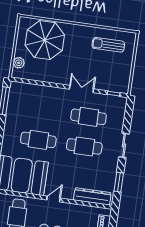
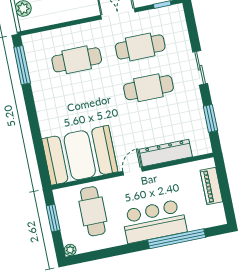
cafe table: (38, 140) -> (77, 60), moved
dresser: (92, 196) -> (166, 153), moved

